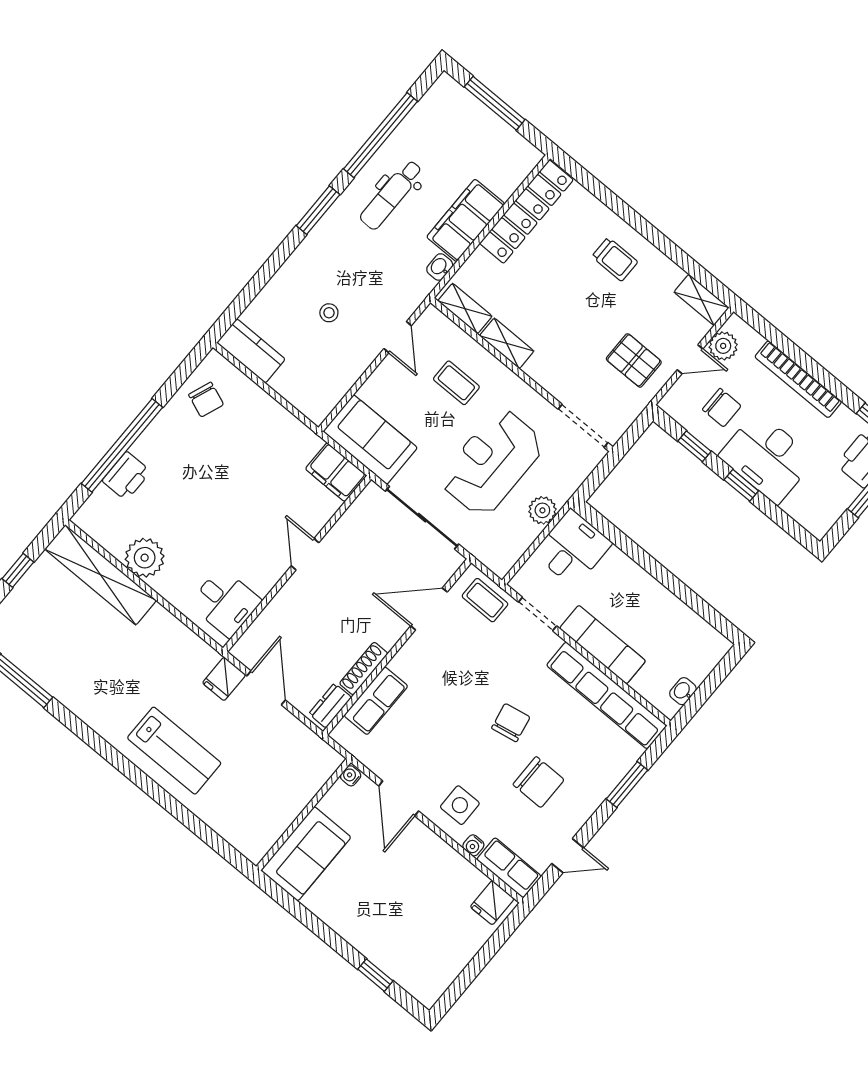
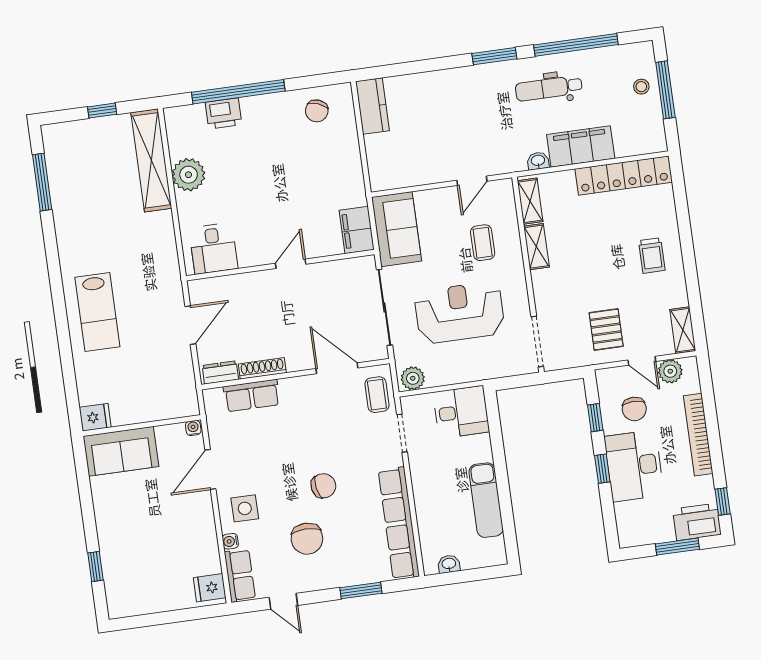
stool: (329, 313) -> (641, 87), moved
plant: (542, 510) -> (413, 378), moved
exam couch: (603, 645) -> (486, 500), moved, turned 180
fridge: (224, 679) -> (95, 417), moved, turned 180

